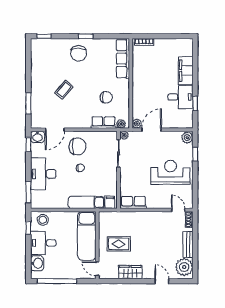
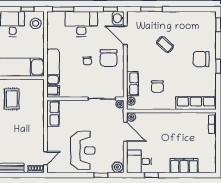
desk: (181, 97) -> (139, 161), moved, turned 90

